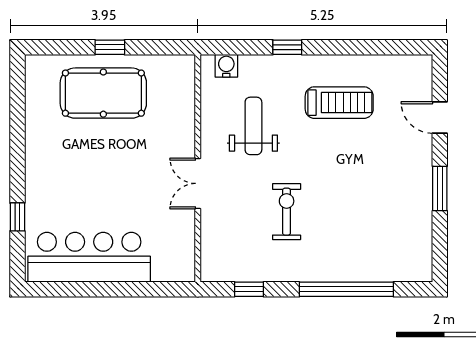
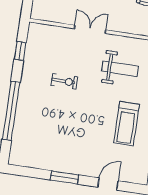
exercise bike: (287, 212) -> (64, 81), width x0.73, depth x0.72

